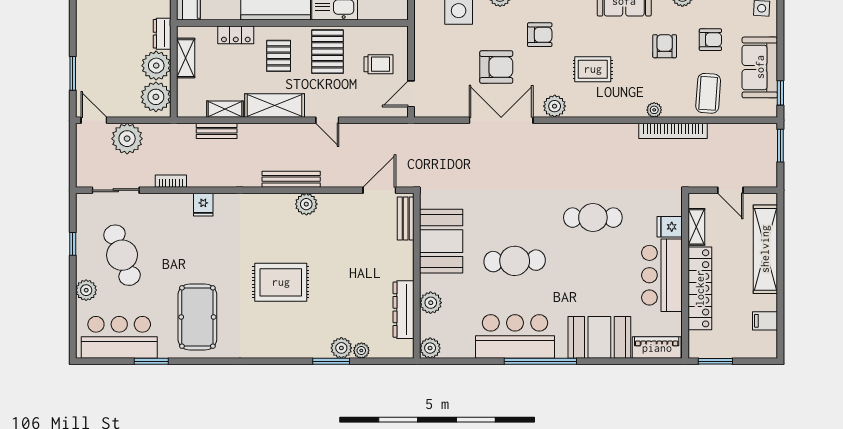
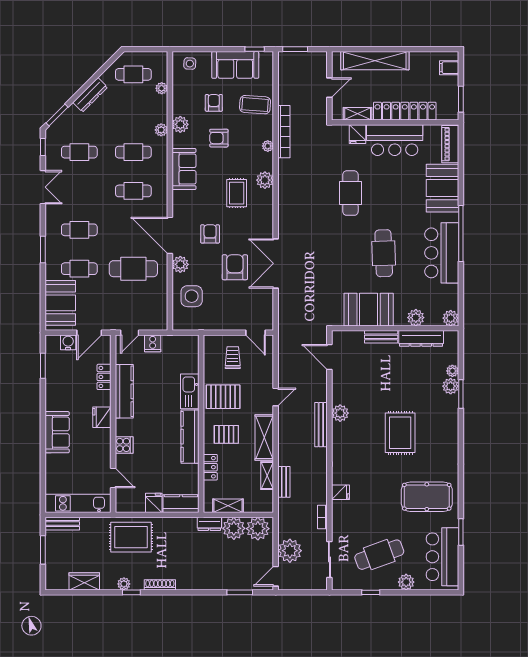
plant: (555, 106) -> (265, 180), moved
bench: (406, 219) -> (381, 337), moved
filing cabinet: (765, 321) -> (449, 68), moved, turned 90

